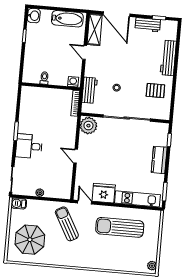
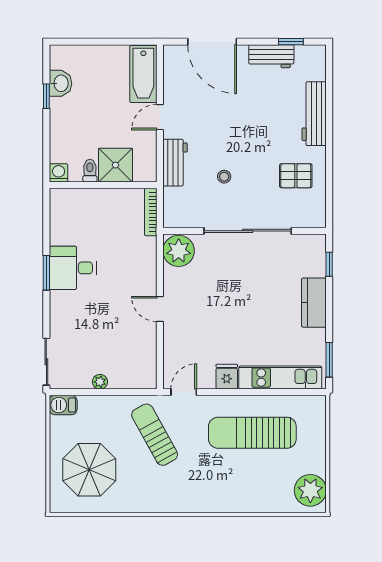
washbasin: (34, 16) -> (60, 83), moved
bathtub: (67, 19) -> (143, 74), moved, turned 90
shelving: (95, 30) -> (174, 73), removed
door: (85, 52) -> (160, 117), hinge flipped
shower: (58, 76) -> (115, 165), added
washing machine: (73, 82) -> (59, 173), moved
workbench: (90, 90) -> (175, 163), moved
desk: (29, 146) -> (73, 268), moved
fridge: (104, 193) -> (227, 377), width x0.53, depth x0.75
door: (85, 202) -> (184, 392), hinge flipped
plant: (152, 266) -> (310, 490), width x1.87, depth x1.87

